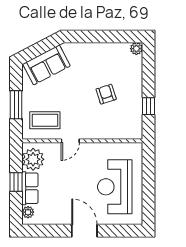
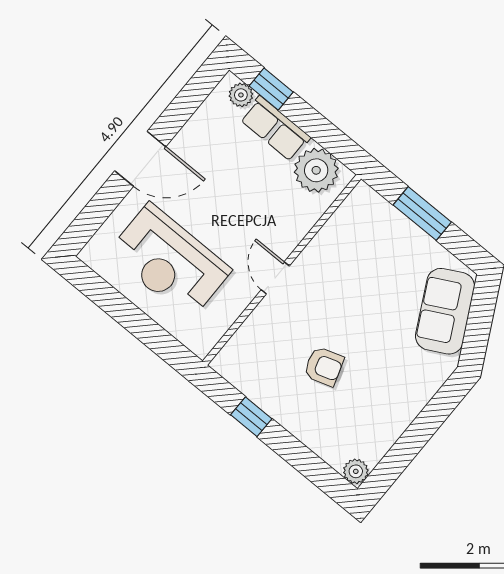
coffee table: (45, 120) -> (362, 238), removed
door: (70, 141) -> (275, 278), moved
window: (16, 182) -> (271, 89), moved
reception desk: (115, 187) -> (169, 261), turned 180

